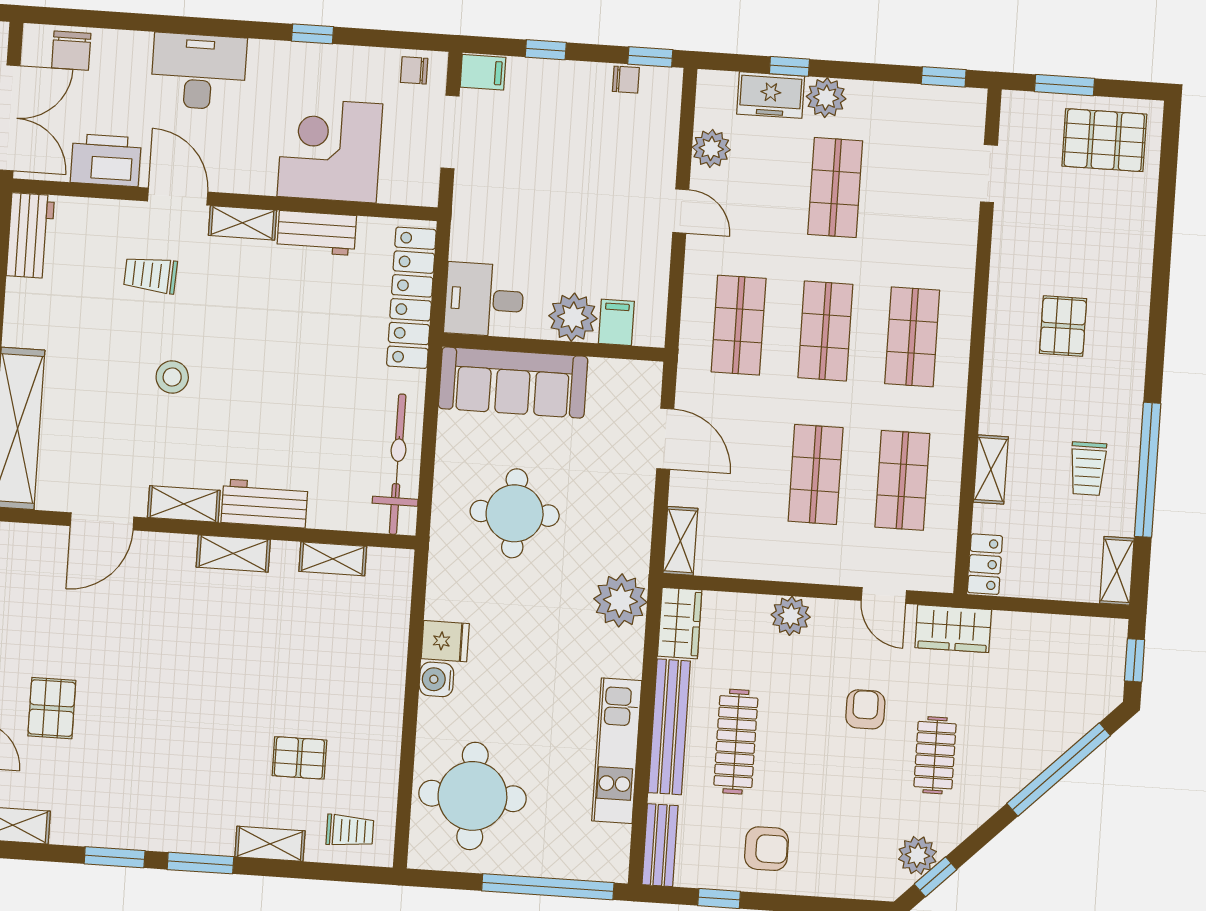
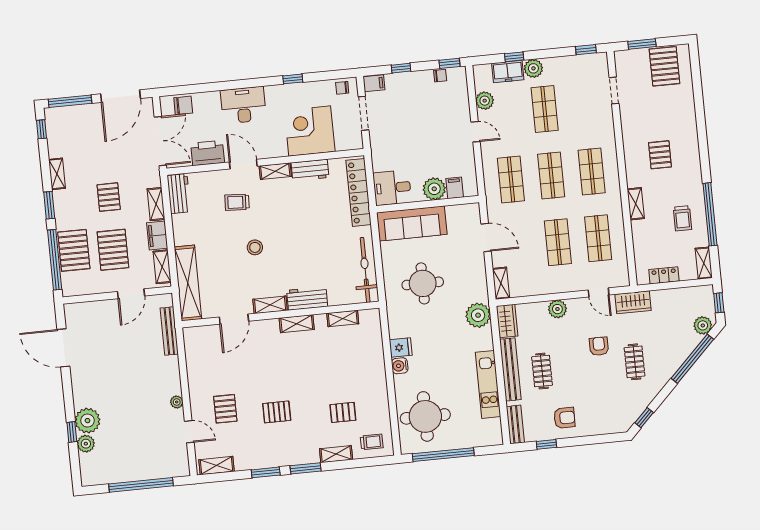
chair: (71, 51) -> (183, 105), turned -90
pallet: (1104, 140) -> (664, 66), turned 90
shelving: (991, 469) -> (636, 204), moved
locker: (985, 564) -> (664, 275), moved, turned -90
pallet: (159, 733) -> (277, 412), added
clothes rail: (736, 742) -> (542, 371), width x0.73
plant: (917, 855) -> (703, 325), moved
window: (548, 887) -> (443, 455), moved

